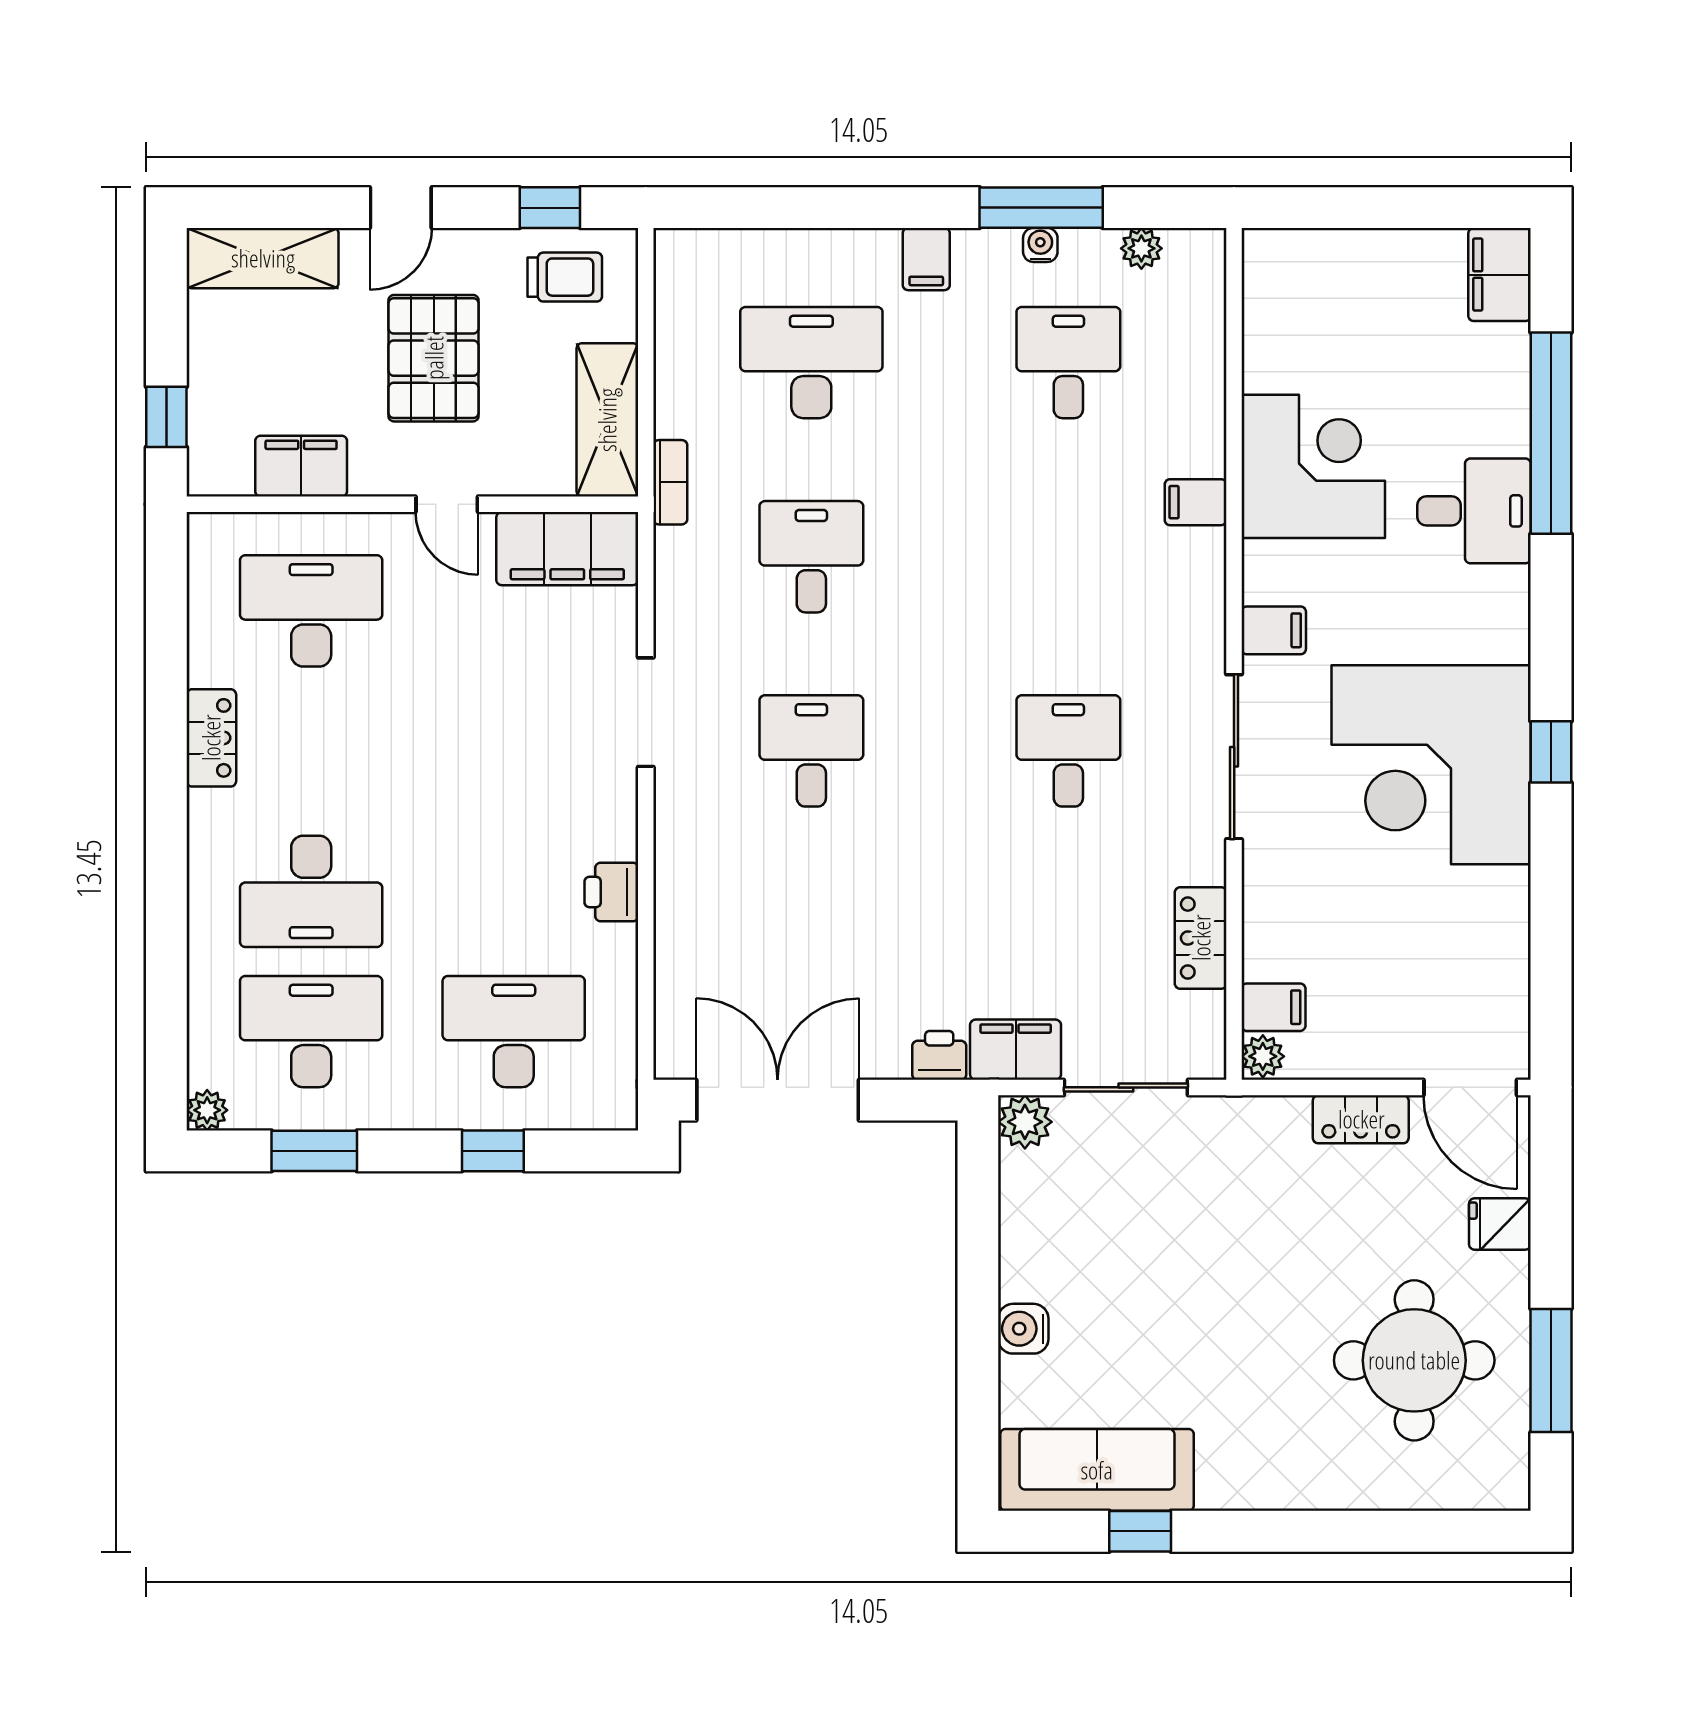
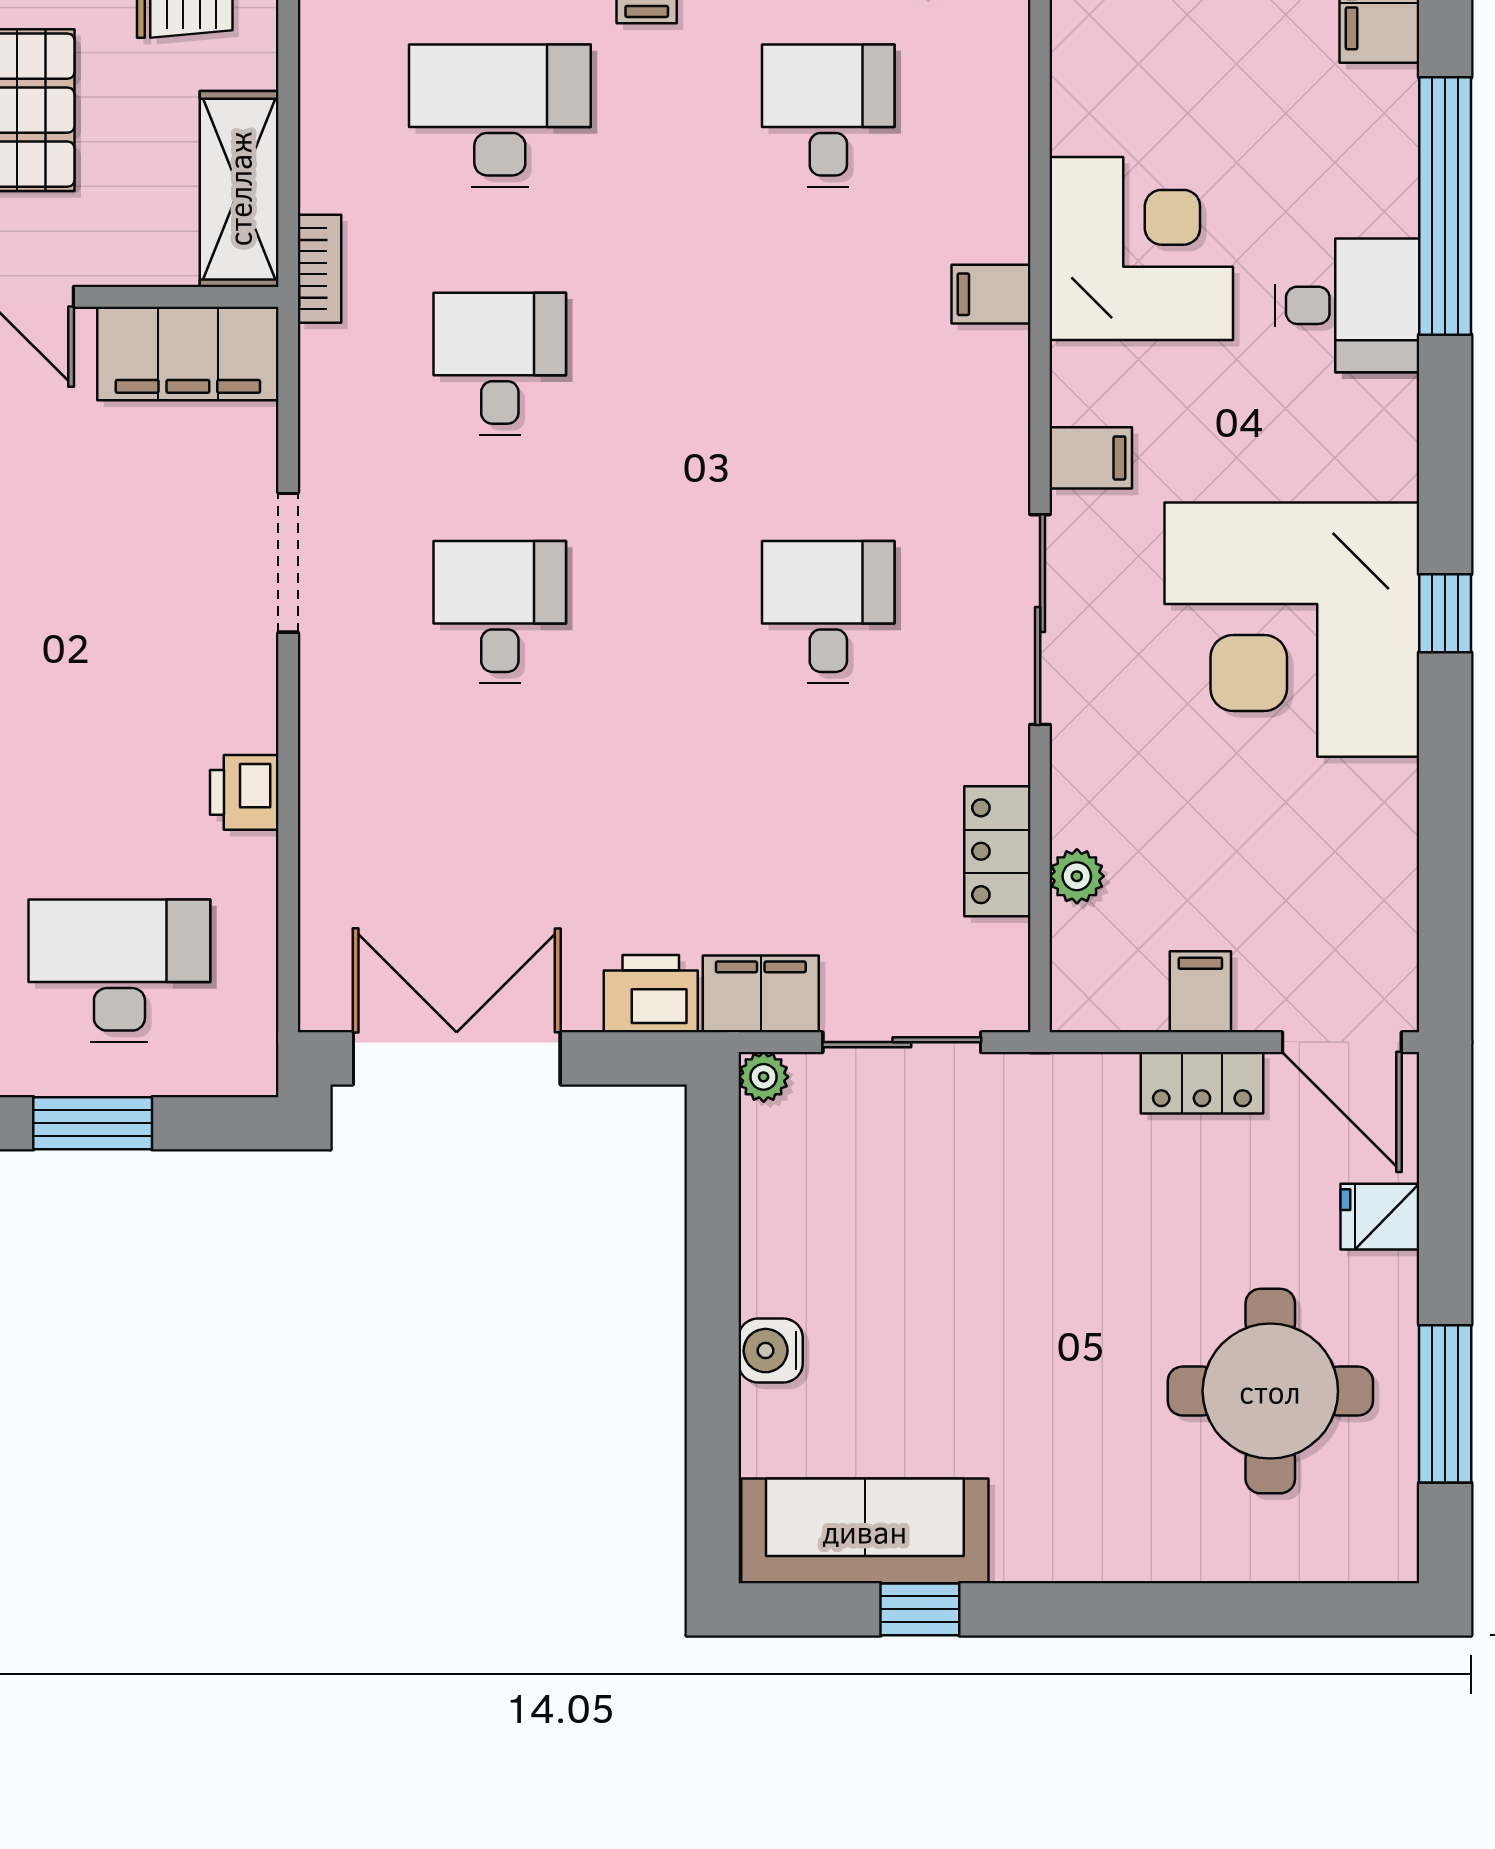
filing cabinet: (1273, 1007) -> (1200, 992), moved, turned -90
printer: (939, 1055) -> (651, 994), width x1.36, depth x1.24
plant: (1263, 1056) -> (1077, 876), moved
plant: (1025, 1122) -> (764, 1077), width x0.73, depth x0.73
window: (493, 1151) -> (93, 1123), width x1.50

